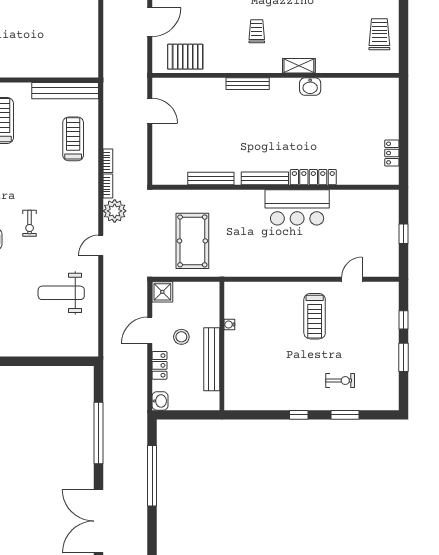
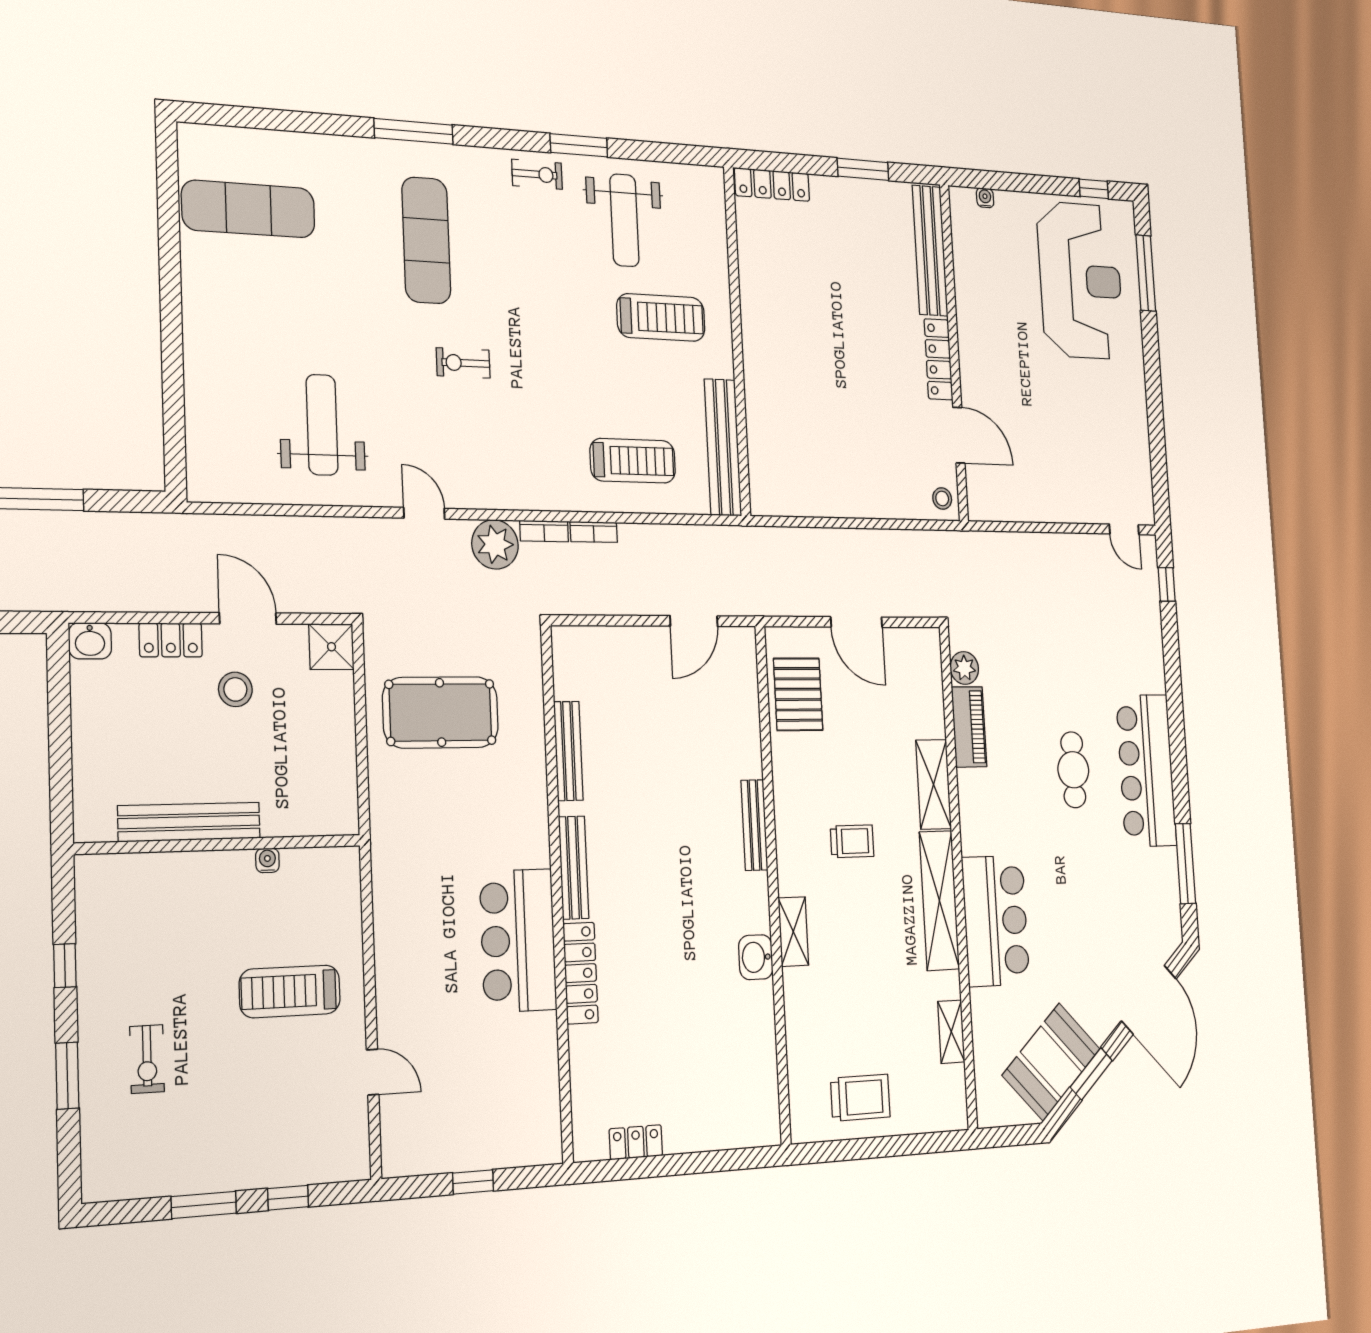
water cooler: (229, 325) -> (267, 860), moved
wall: (222, 346) -> (220, 844), moved
bench: (212, 359) -> (189, 822), moved

